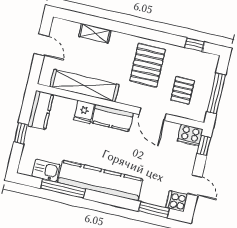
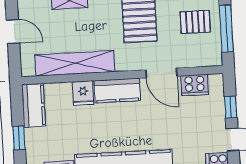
pallet: (182, 90) -> (195, 22), moved, turned 90
cooker: (190, 135) -> (195, 85), moved
window: (204, 145) -> (231, 107), moved

